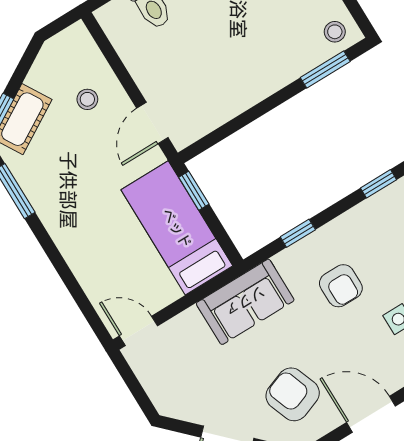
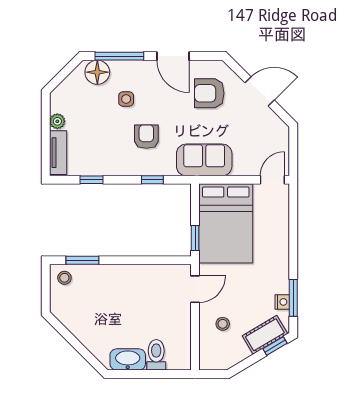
nightstand: (26, 177) -> (282, 302), added
bed: (177, 228) -> (226, 223), width x1.50
door: (139, 331) -> (272, 180), swing flipped
armchair: (293, 394) -> (209, 93), turned 110

